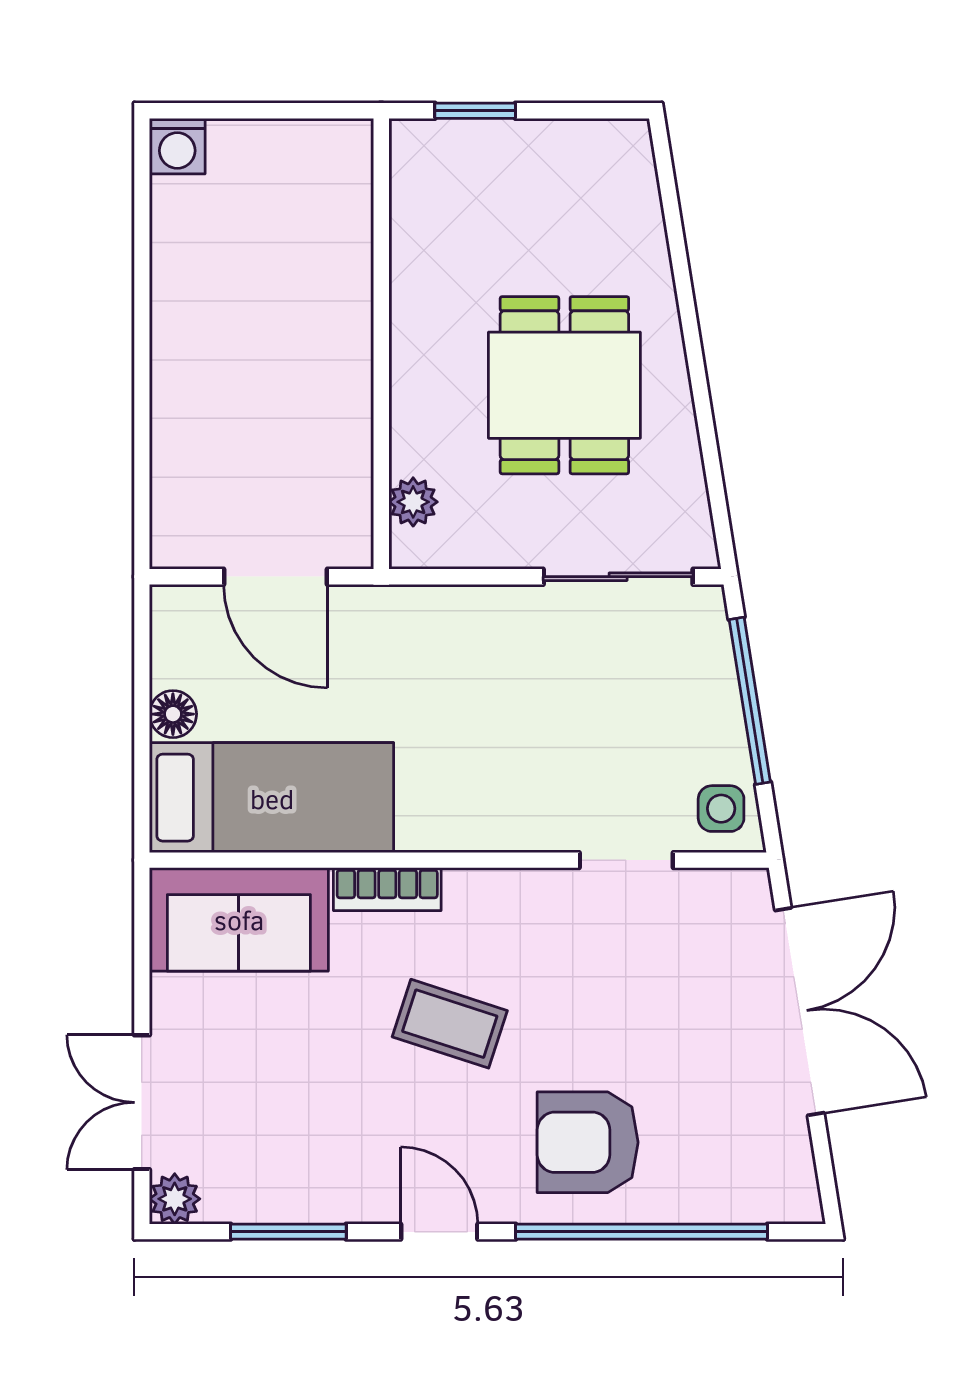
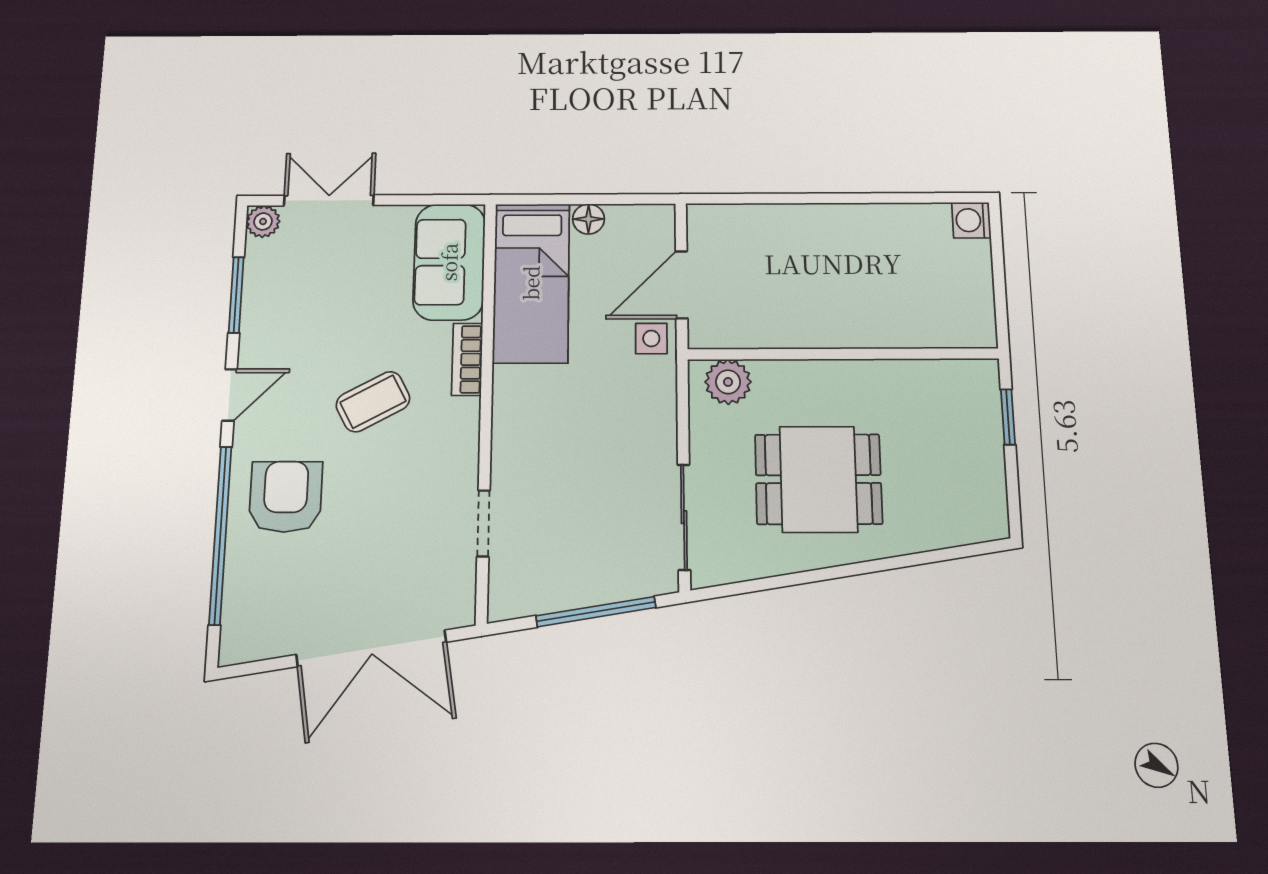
plant: (413, 502) -> (728, 382), width x1.38, depth x1.38
side table: (721, 809) -> (651, 338), moved
coffee table: (450, 1024) -> (373, 402), turned 44

